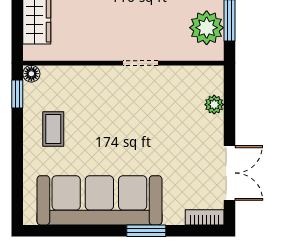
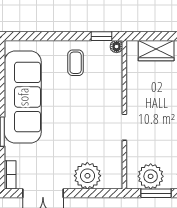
plant: (214, 105) -> (87, 176), width x1.87, depth x1.87
coffee table: (53, 129) -> (76, 63), turned 90

